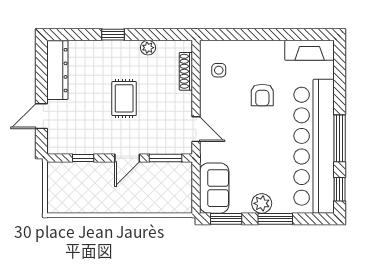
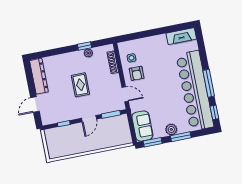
window: (113, 35) -> (84, 46), moved
armchair: (262, 95) -> (137, 73), moved

